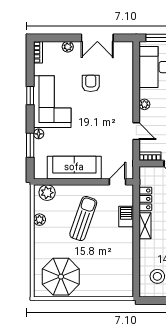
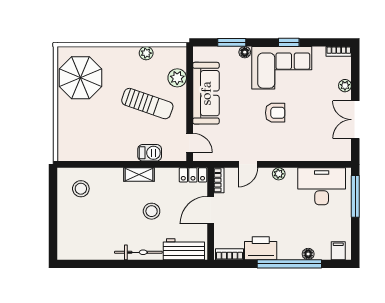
armchair: (91, 83) -> (275, 113), moved
plant: (47, 193) -> (177, 78), moved
locker: (145, 199) -> (193, 175), moved

